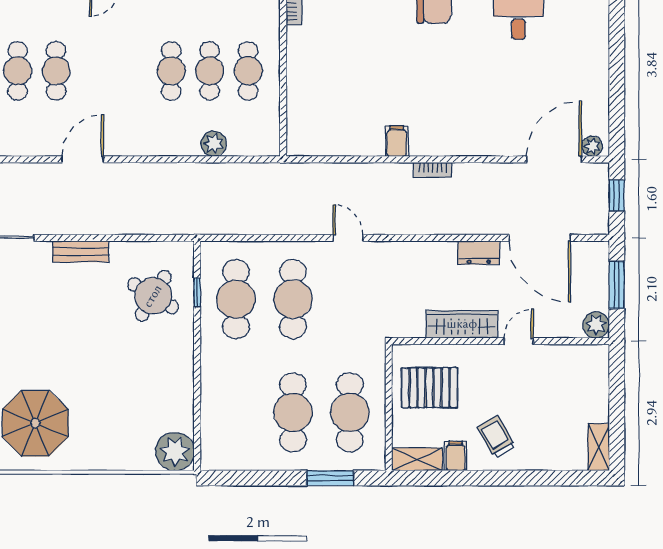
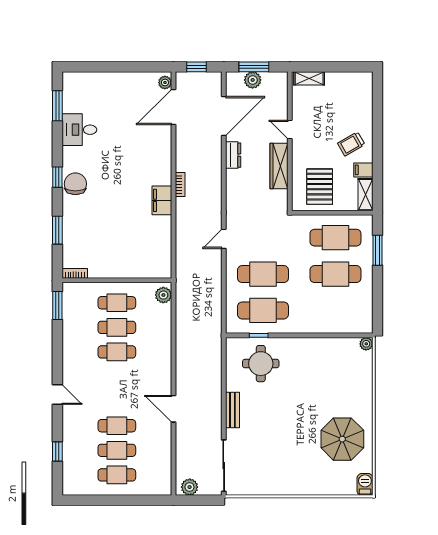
filing cabinet: (397, 141) -> (162, 200), width x2.00
plant: (214, 144) -> (163, 295), moved
door: (554, 159) -> (173, 107), hinge flipped
round table: (153, 296) -> (261, 364), turned -31
plant: (596, 325) -> (253, 80), moved
shelving: (599, 447) -> (309, 78), moved
plant: (175, 452) -> (366, 344), width x0.53, depth x0.53

